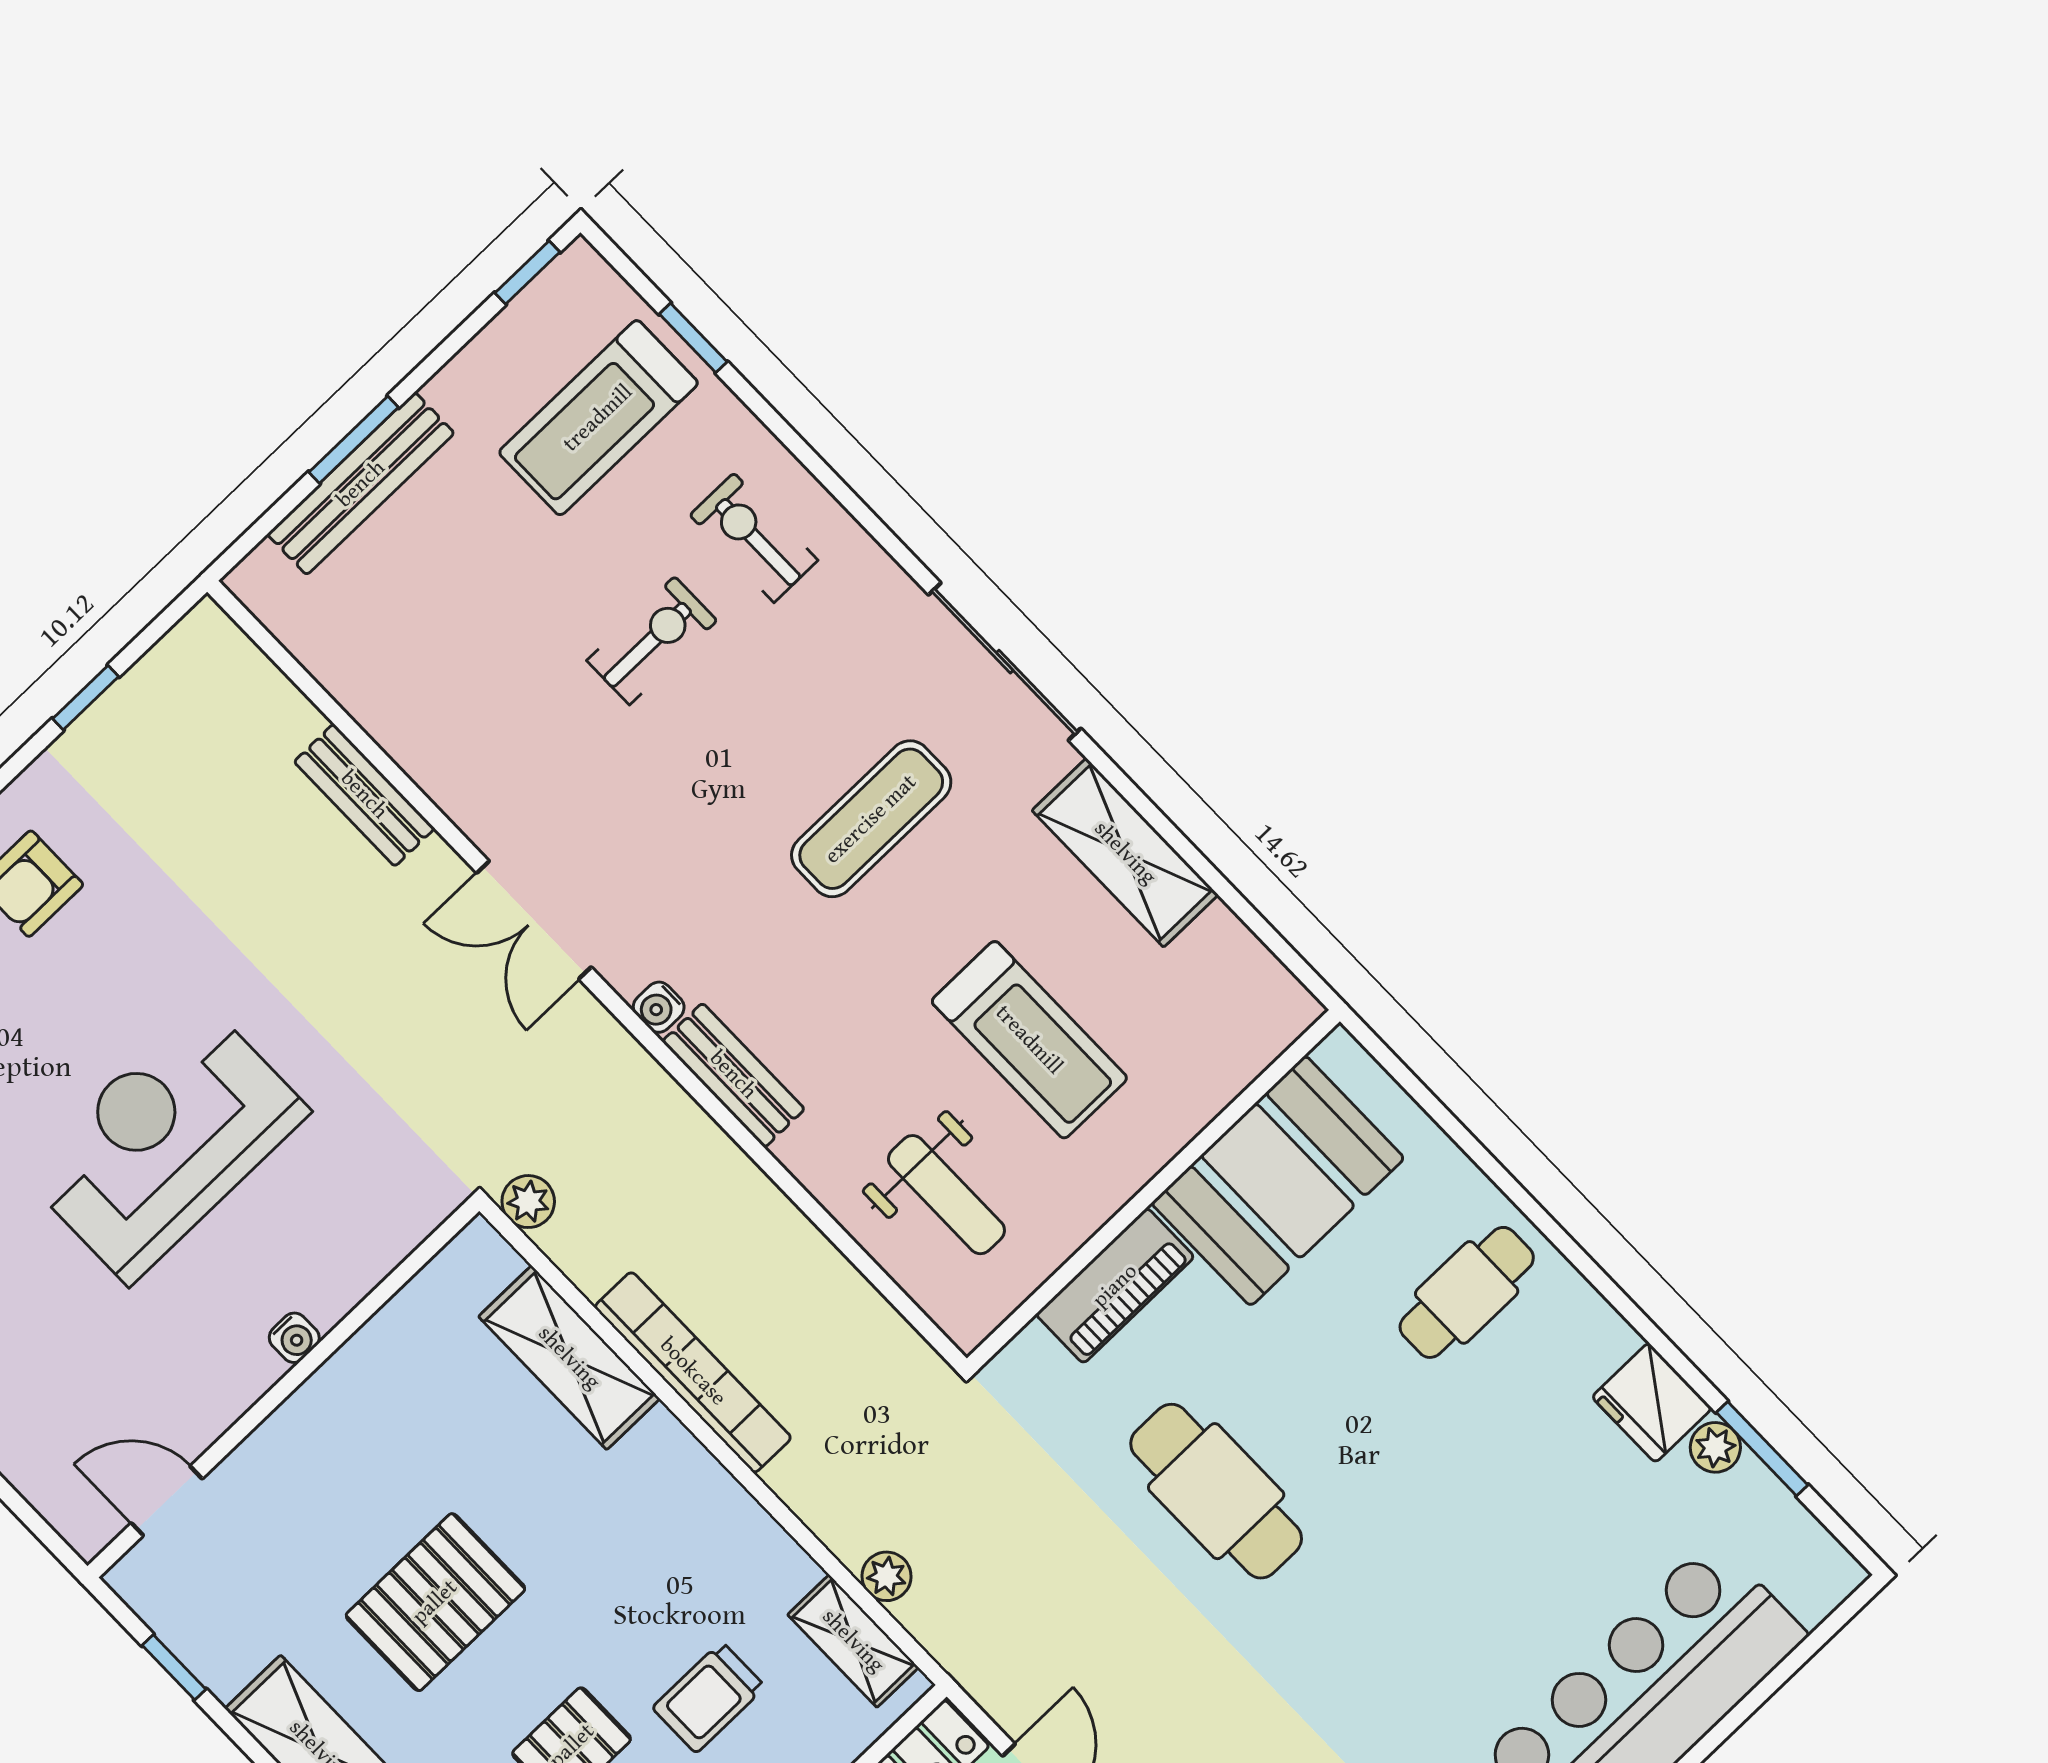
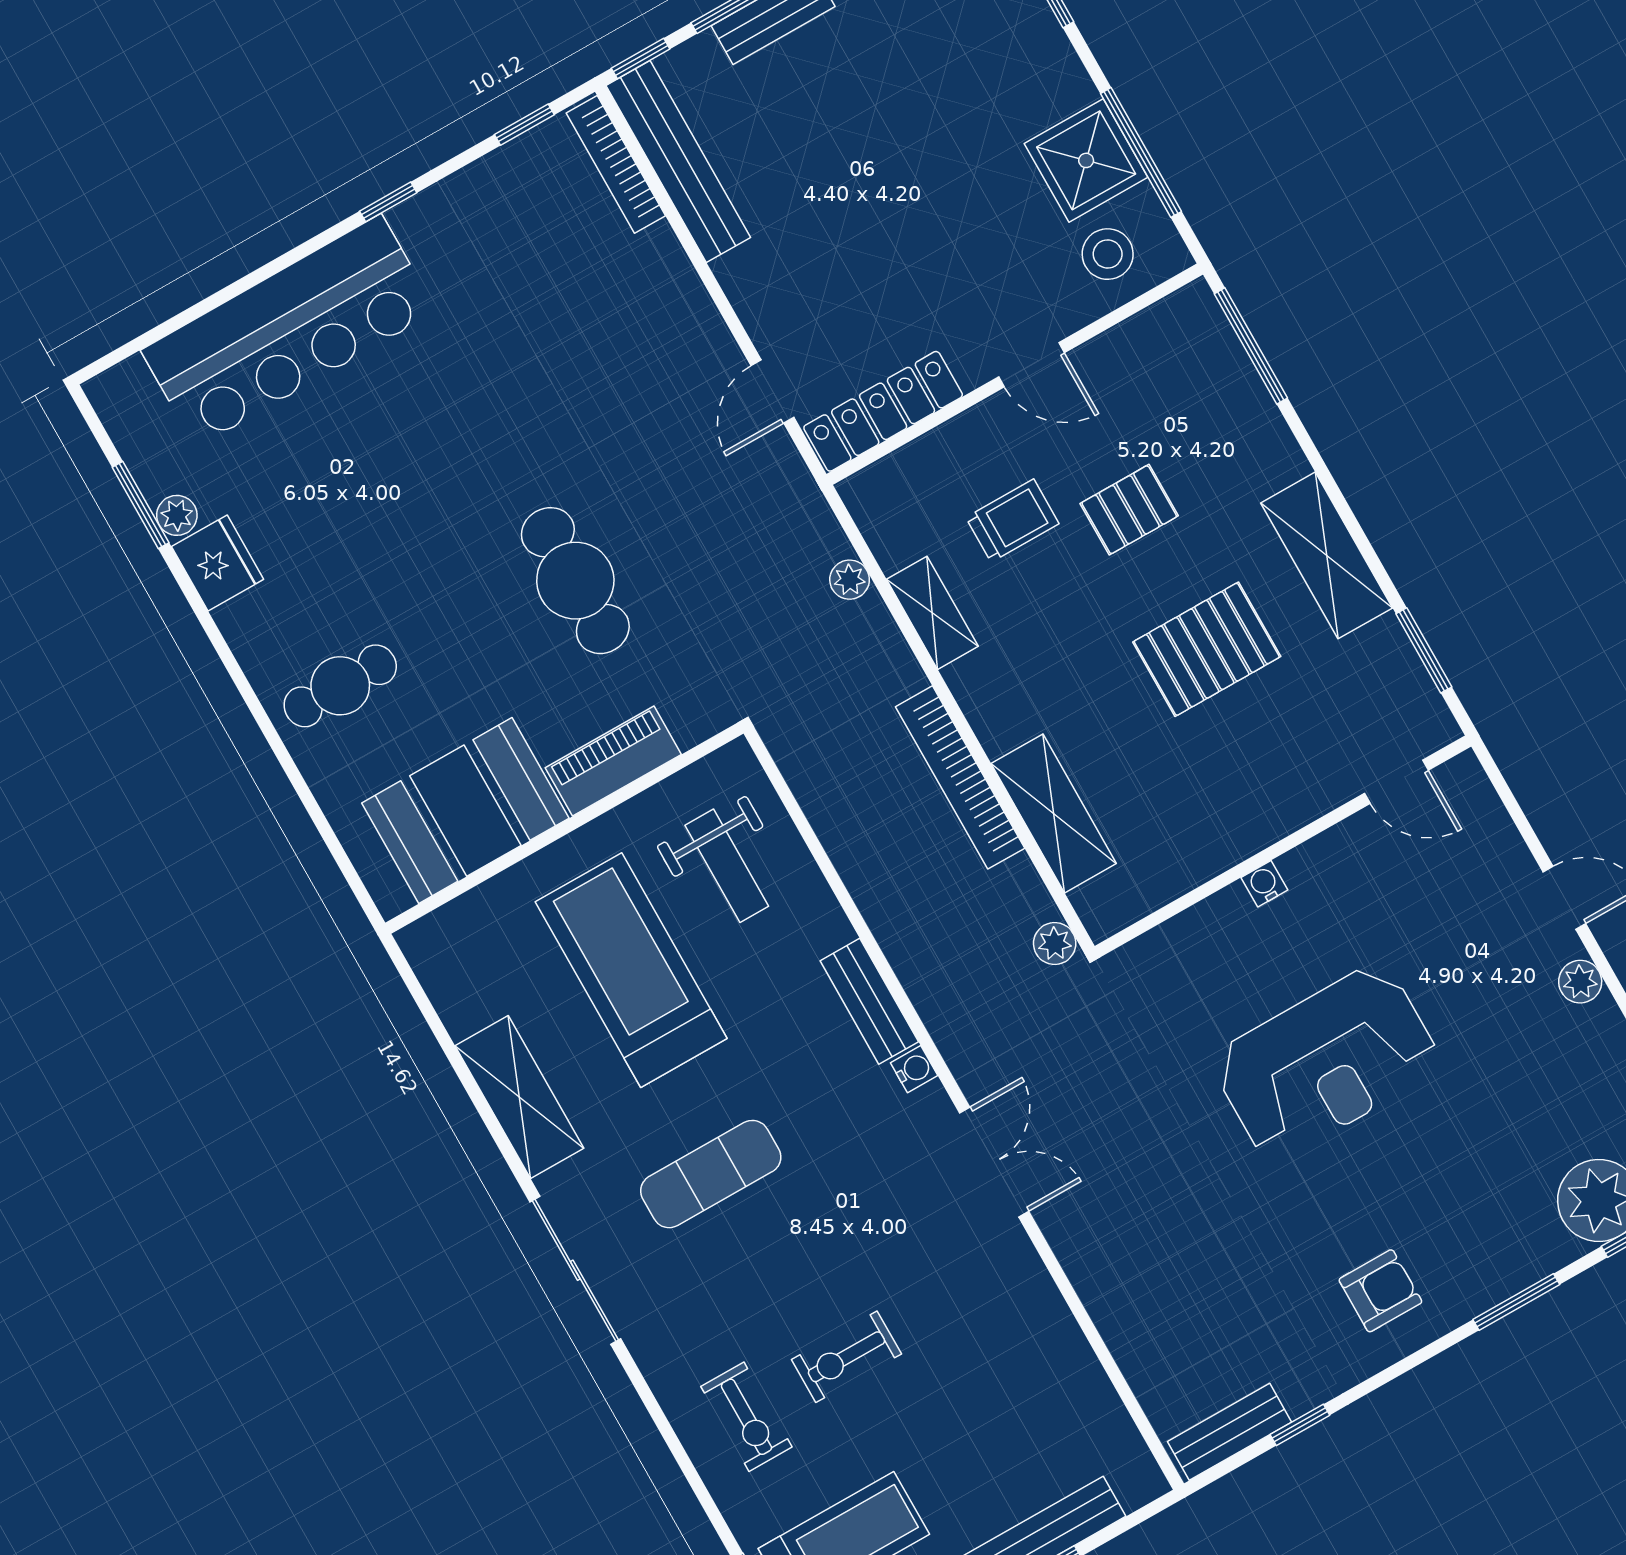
bench: (364, 795) -> (1230, 1432), moved, turned 90
treadmill: (1029, 1040) -> (631, 970), width x1.37, depth x1.38
weight bench: (946, 1195) -> (727, 866), turned 180
shelving: (853, 1641) -> (932, 613), moved
window: (174, 1667) -> (1424, 650), width x1.50

